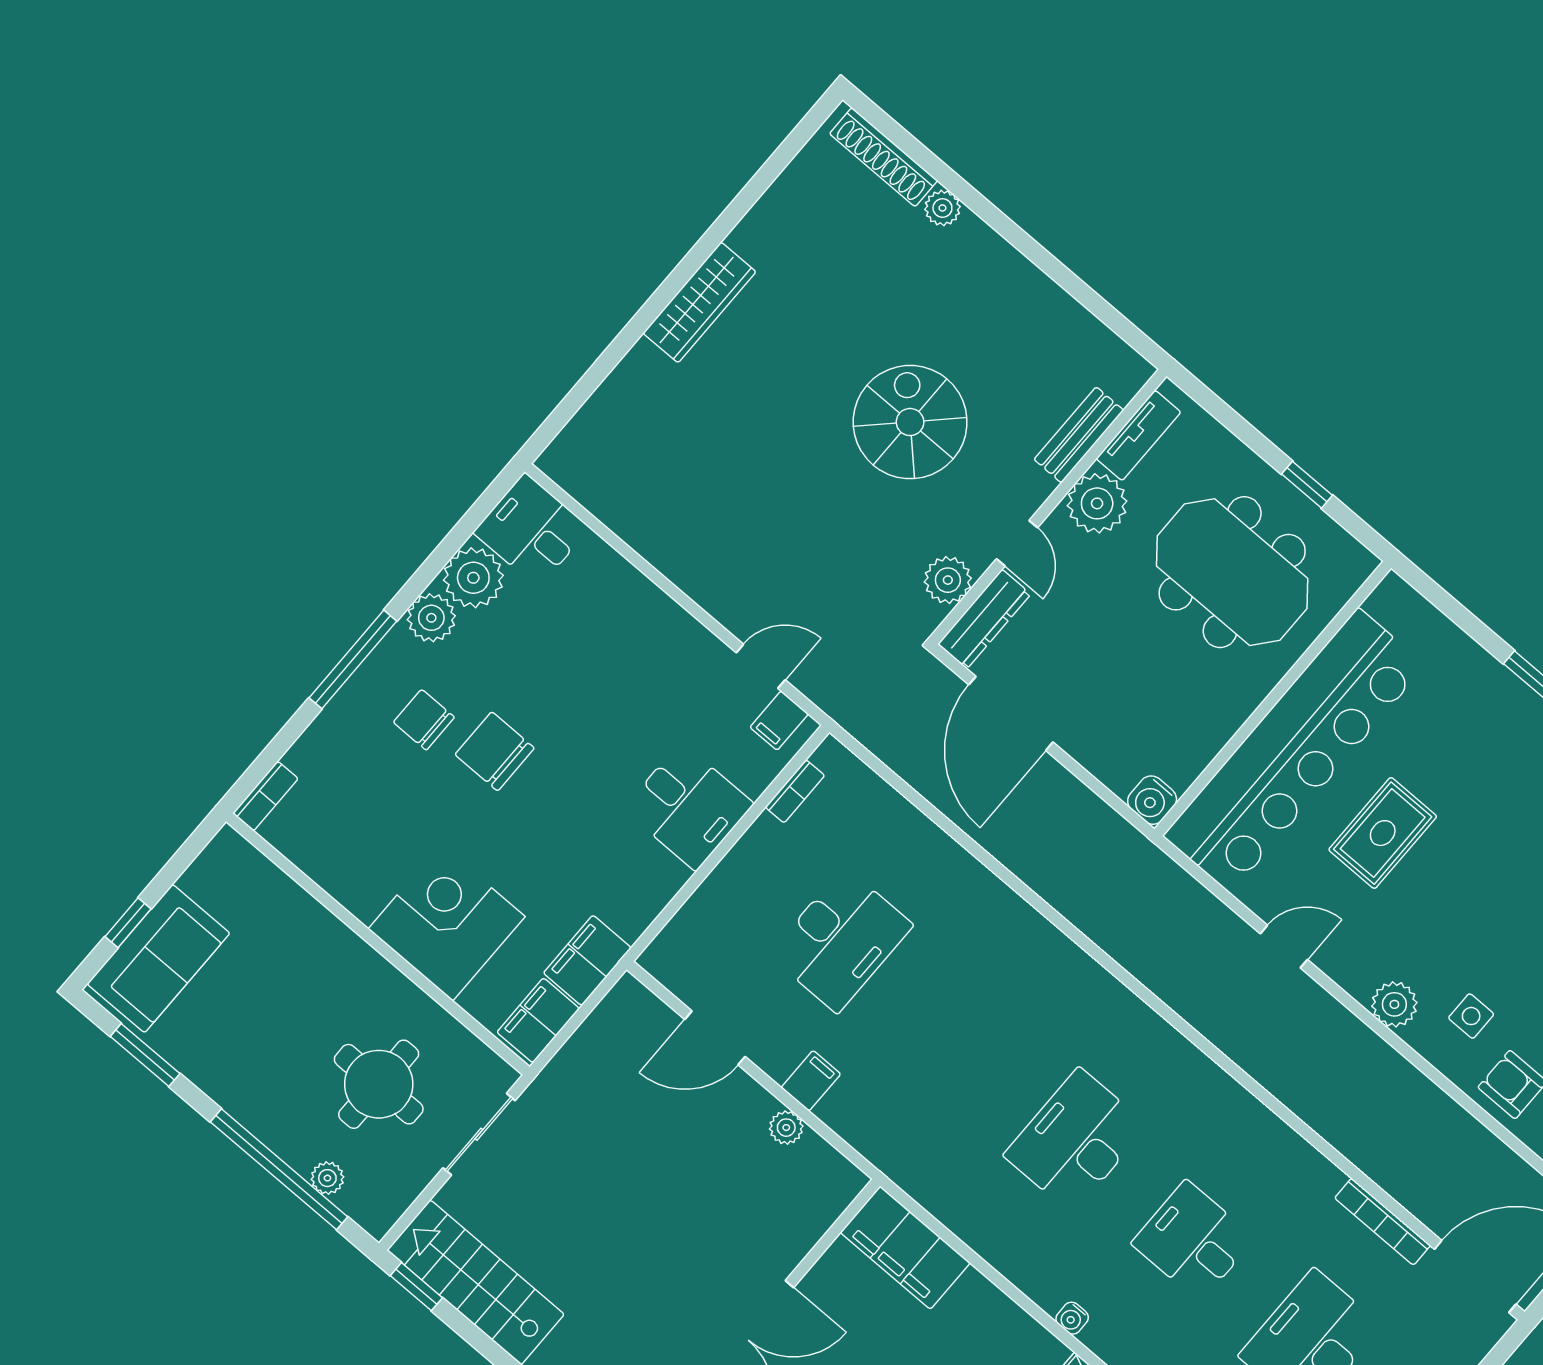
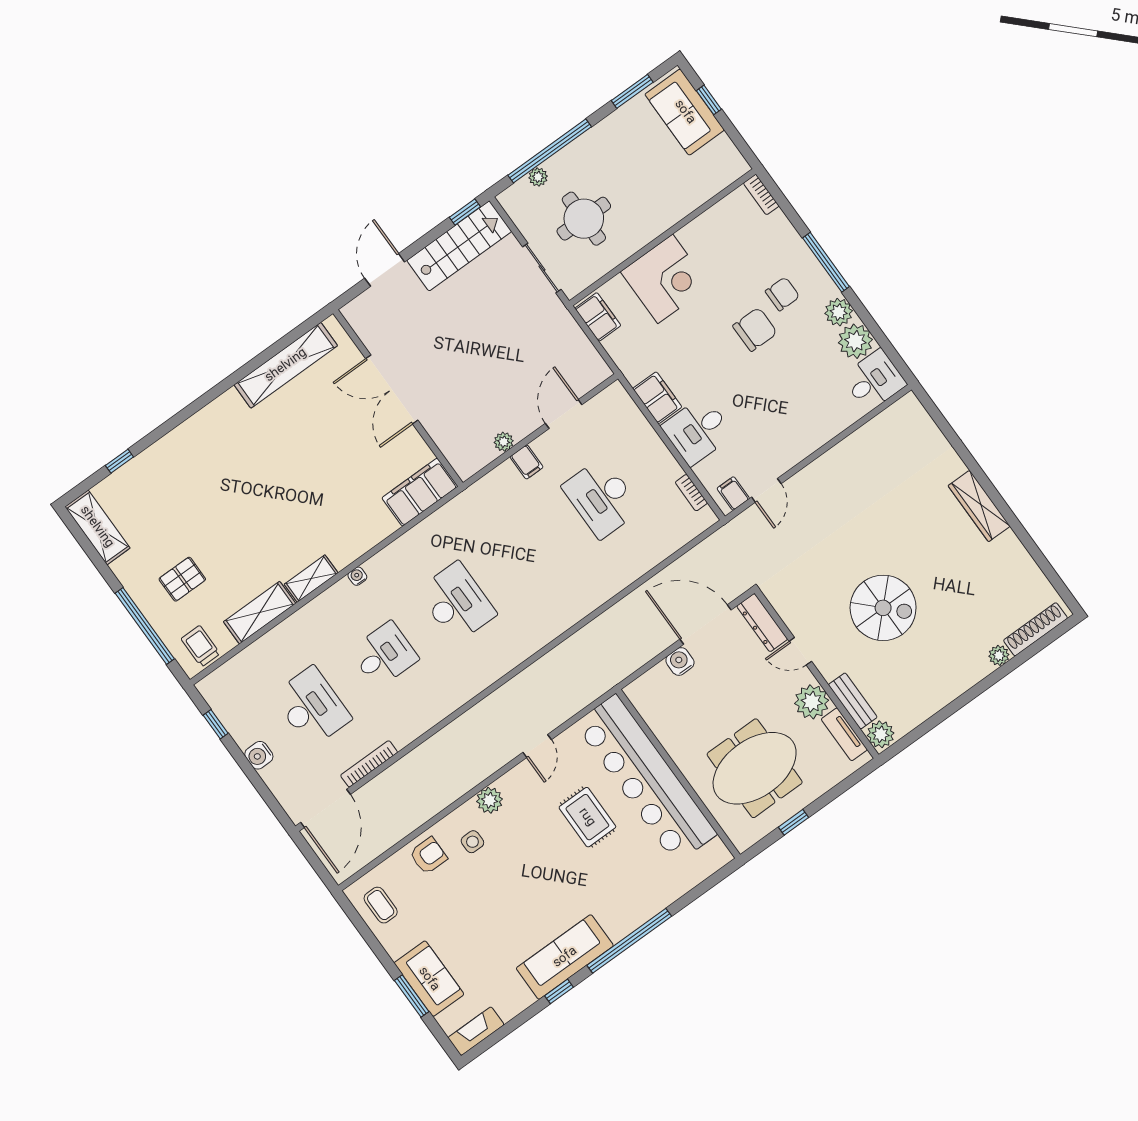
plant: (948, 580) -> (881, 734), moved
water cooler: (1152, 800) -> (680, 661), moved
filing cabinet: (587, 960) -> (657, 398), moved

